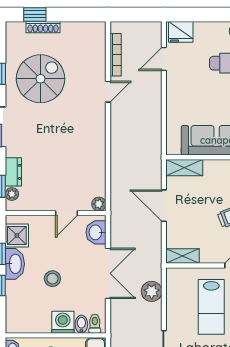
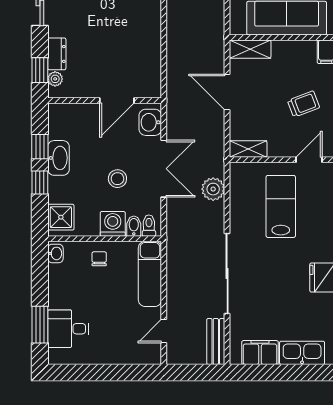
plant: (99, 204) -> (154, 90), removed
door: (66, 213) -> (117, 101), width x1.38
shower: (17, 236) -> (61, 217), moved
stool: (52, 279) -> (117, 179), moved
lab bench: (211, 307) -> (281, 206), turned 180

